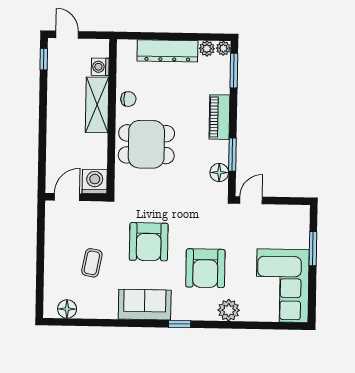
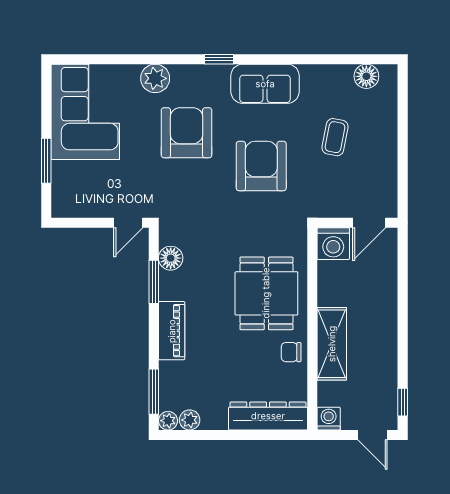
dresser: (167, 51) -> (268, 416), moved
washing machine: (100, 67) -> (329, 419), moved, turned -90
dining table: (146, 144) -> (266, 293), turned 90

